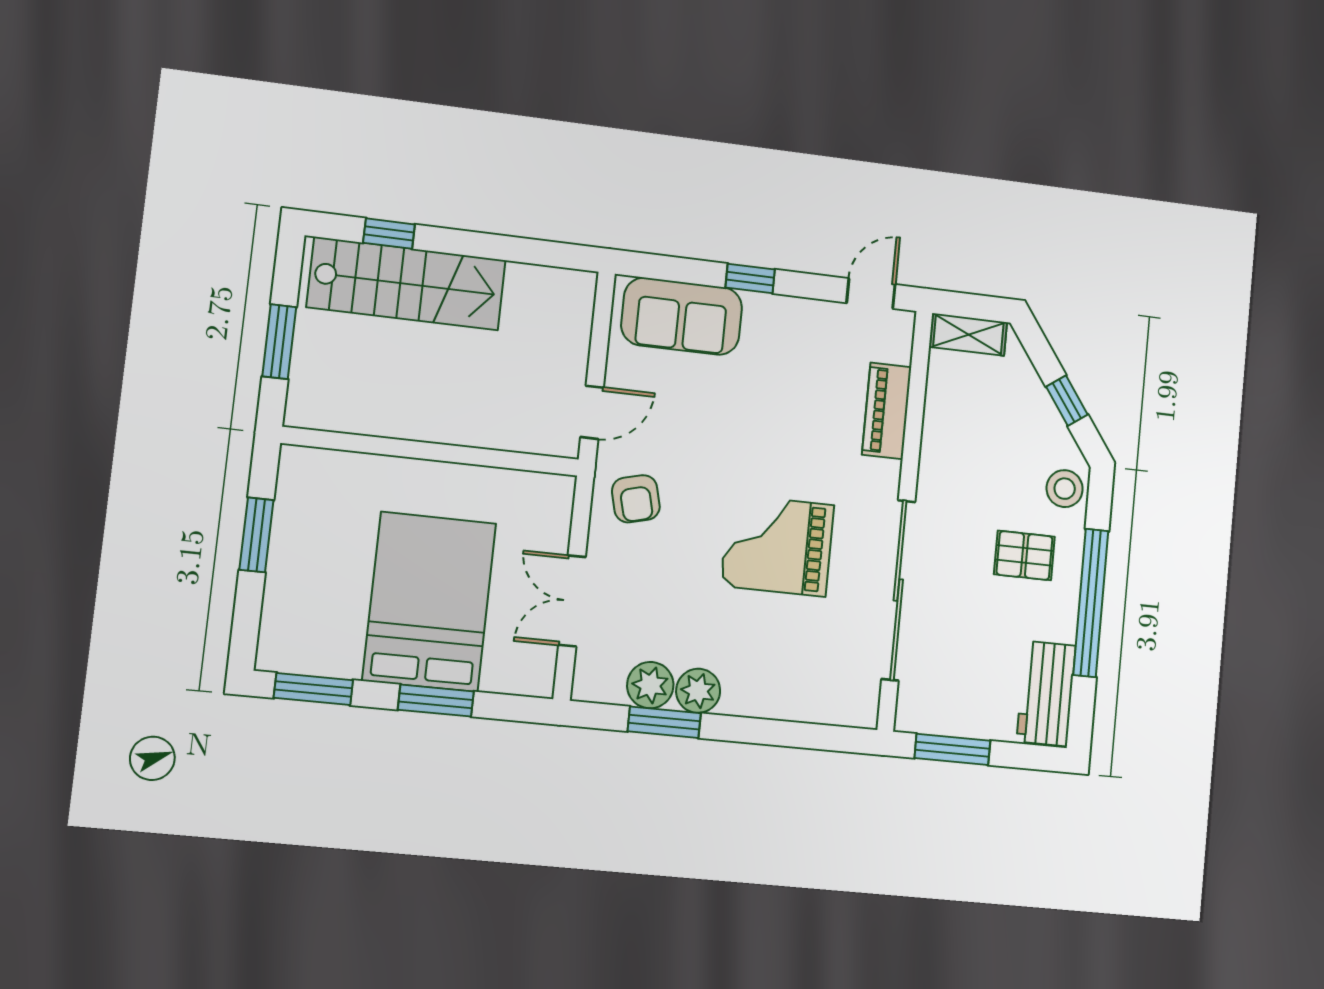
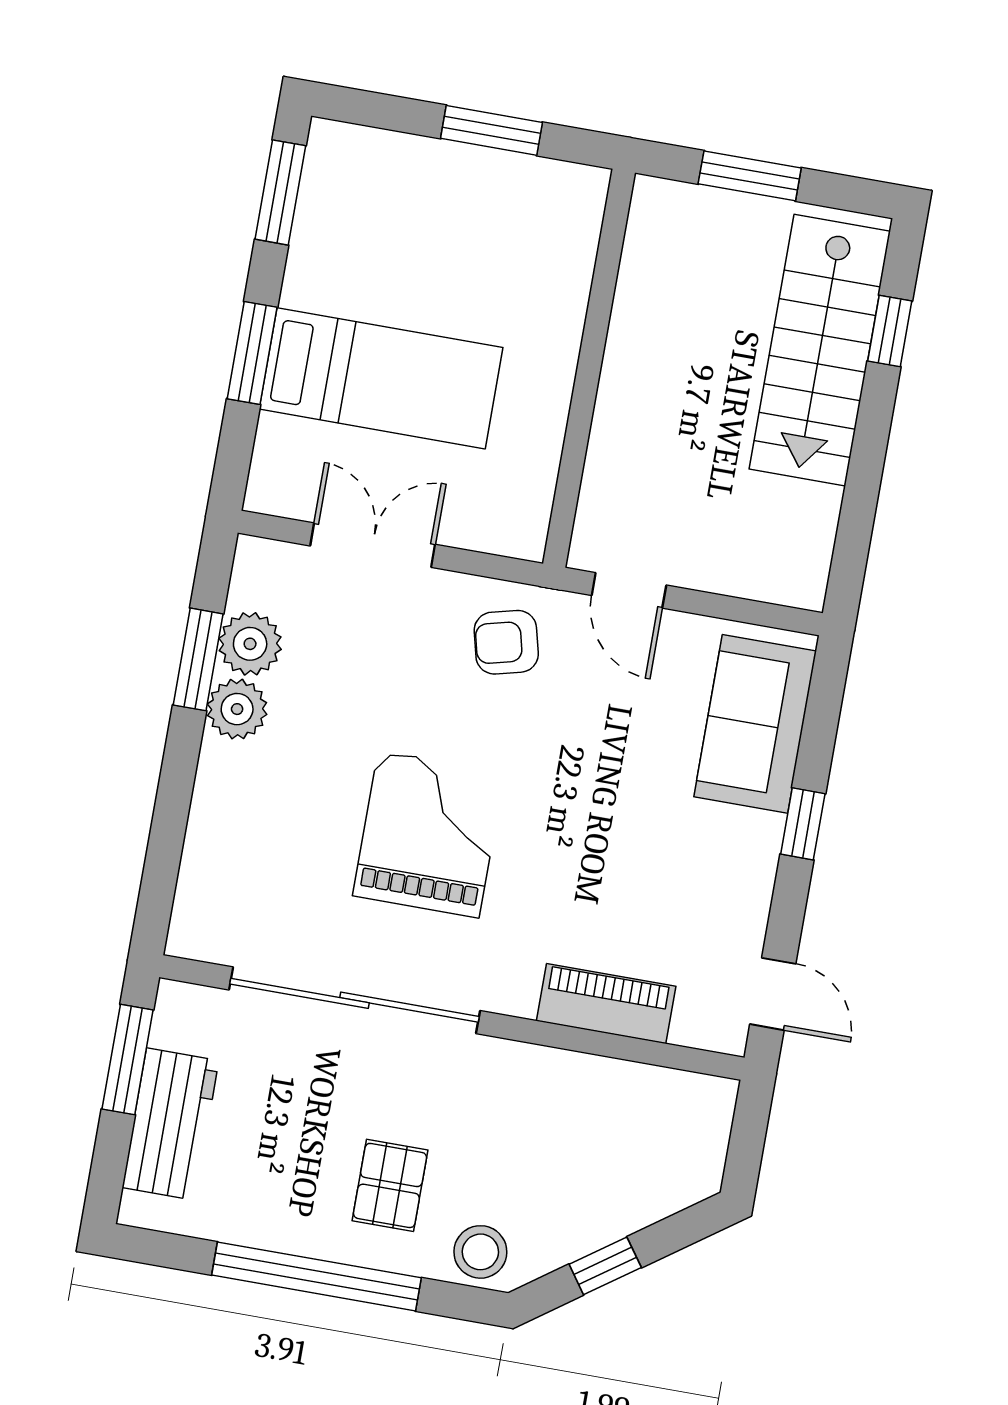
shelving: (968, 335) -> (707, 1130), removed
bed: (429, 602) -> (381, 378), width x0.67
workbench: (1046, 694) -> (170, 1124), moved, turned 90

